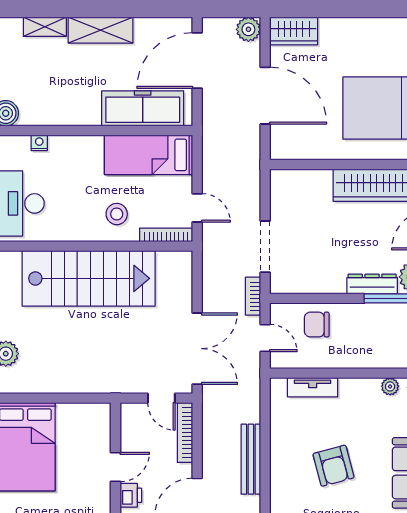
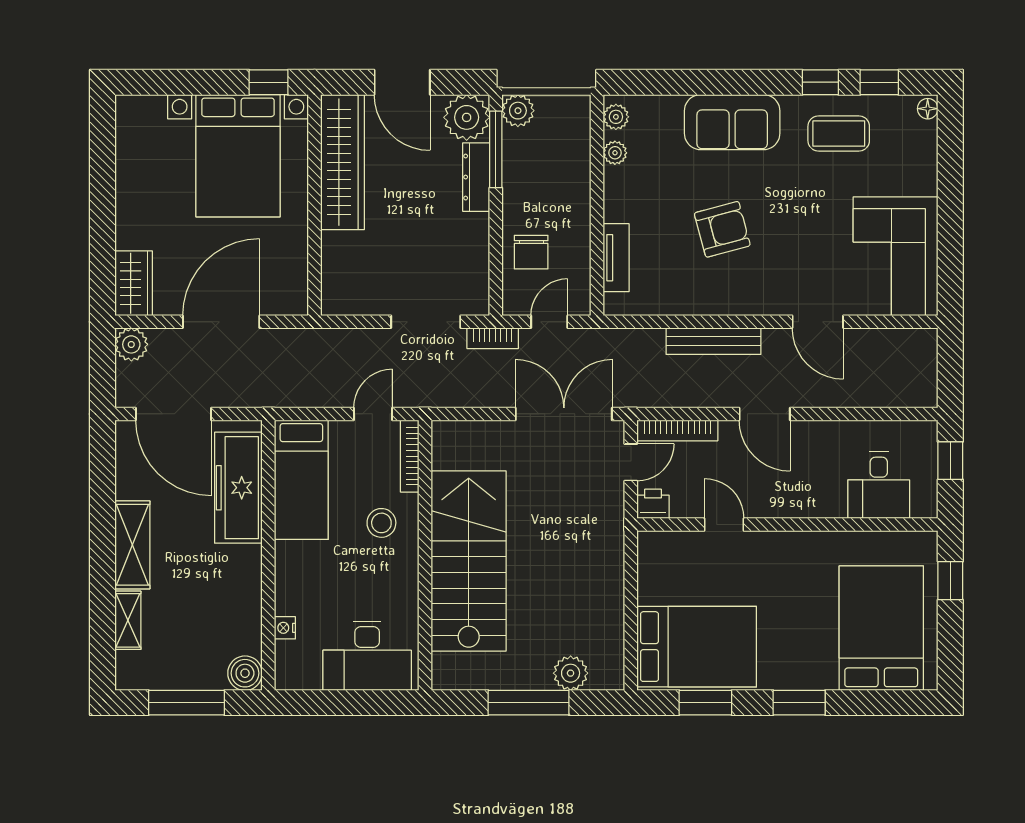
printer: (131, 495) -> (653, 504), moved

